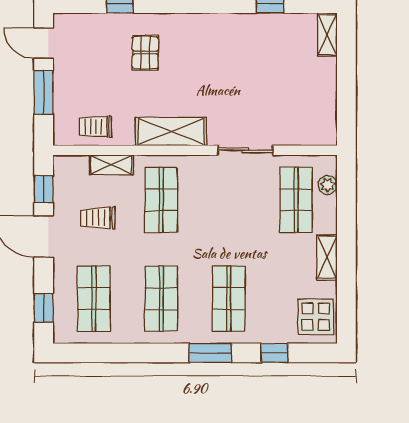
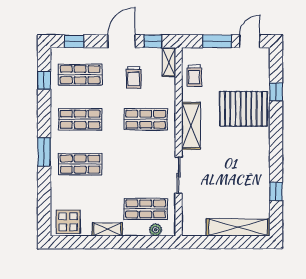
shelving: (327, 35) -> (238, 227), width x2.20, depth x1.33
pallet: (145, 53) -> (243, 109), width x2.05, depth x2.00
trolley: (95, 127) -> (194, 76), turned 180
shelving: (111, 165) -> (169, 62), moved
trolley: (98, 218) -> (134, 77), turned 180
window: (274, 353) -> (44, 80), moved

